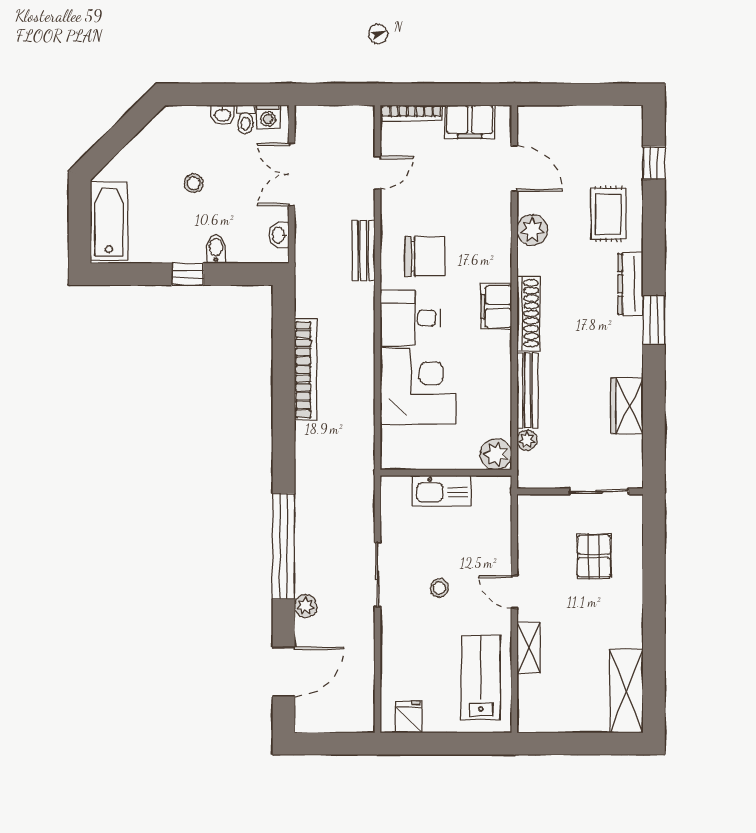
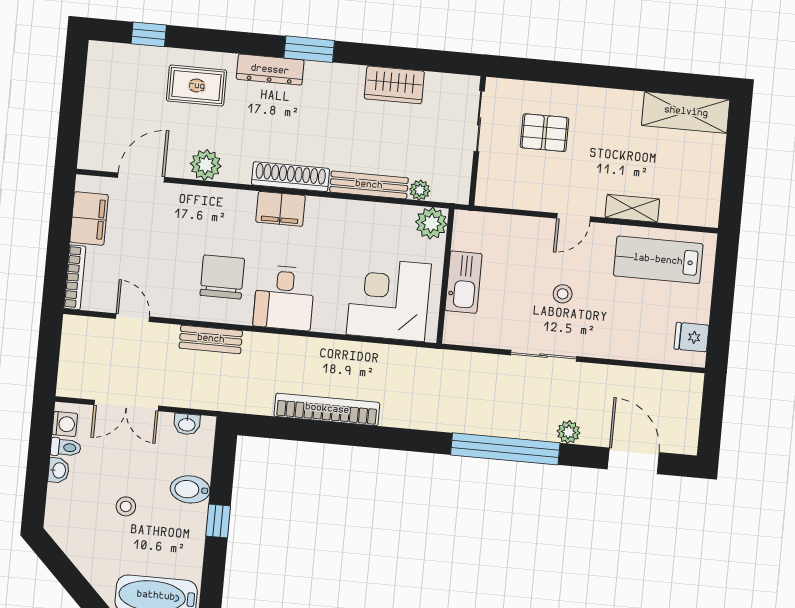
bidet: (216, 249) -> (190, 489), width x1.38, depth x1.36
corner desk: (418, 386) -> (389, 299), moved

